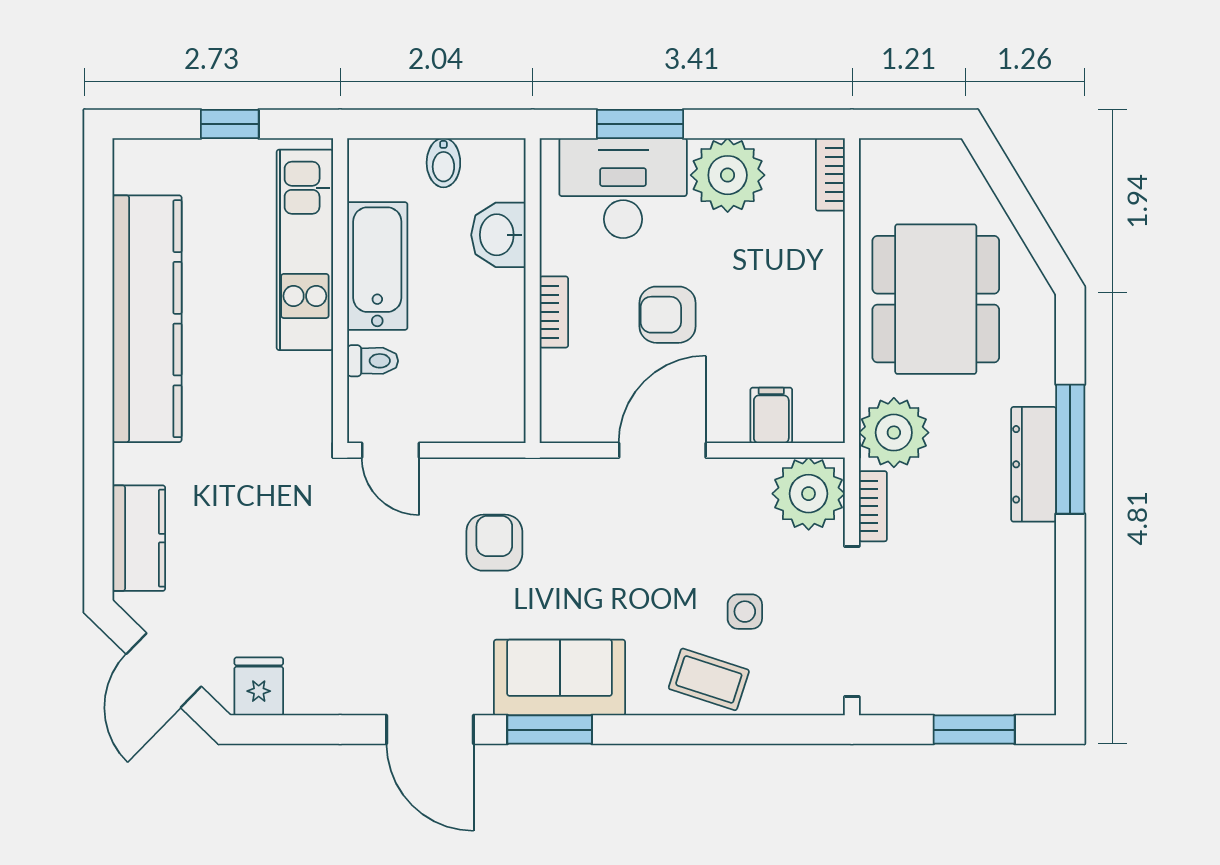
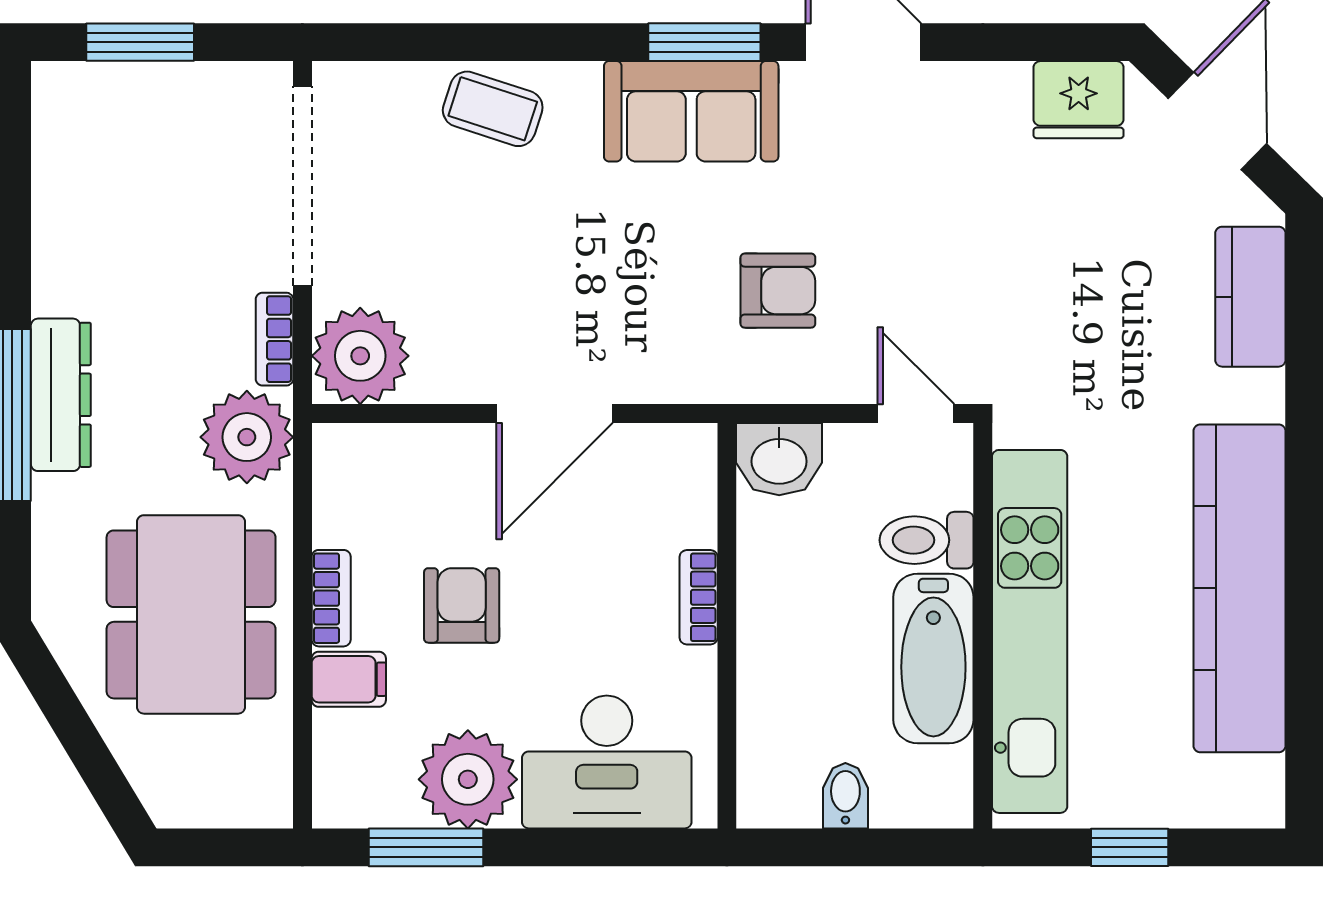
window: (640, 124) -> (426, 847), moved
bookcase: (830, 174) -> (331, 598), moved
washbasin: (498, 235) -> (779, 459), moved, turned 90
kitchen unit: (305, 250) -> (1030, 631), width x1.36
armchair: (668, 315) -> (462, 605), moved, turned -90
toilet: (373, 361) -> (927, 540), width x1.37, depth x1.39
filing cabinet: (771, 415) -> (349, 679), moved, turned -90
armchair: (494, 543) -> (778, 291), turned -90
side table: (745, 612) -> (445, 199), removed
fridge: (259, 686) -> (1079, 100), width x1.38

